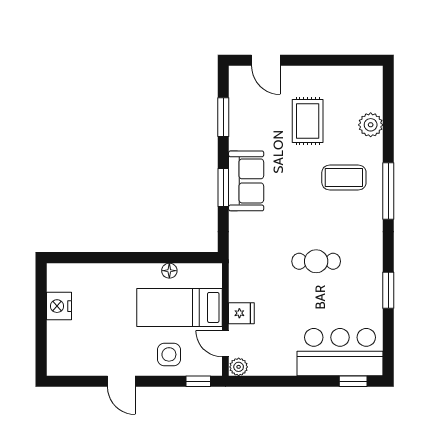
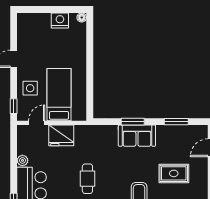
floor lamp: (169, 271) -> (82, 17), moved
fridge: (241, 313) -> (61, 135), width x1.88, depth x1.34
plant: (239, 367) -> (22, 160), moved

